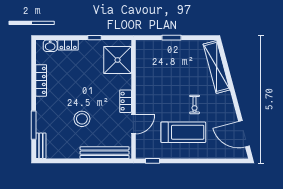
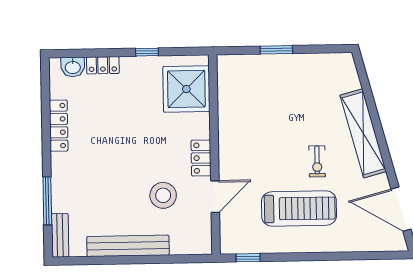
shelving: (216, 67) -> (363, 133), moved
stool: (82, 119) -> (163, 195), moved
bench: (105, 153) -> (128, 246), moved

